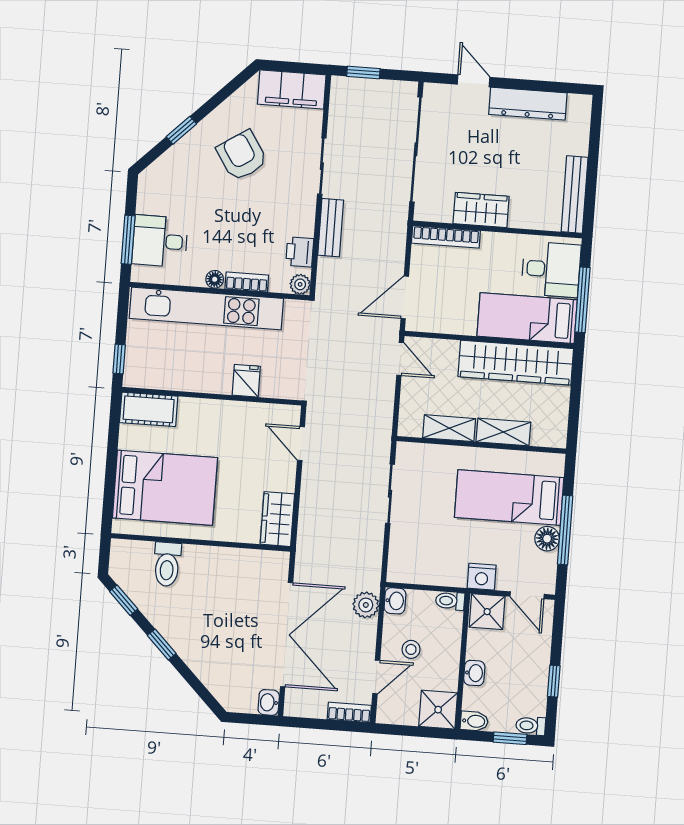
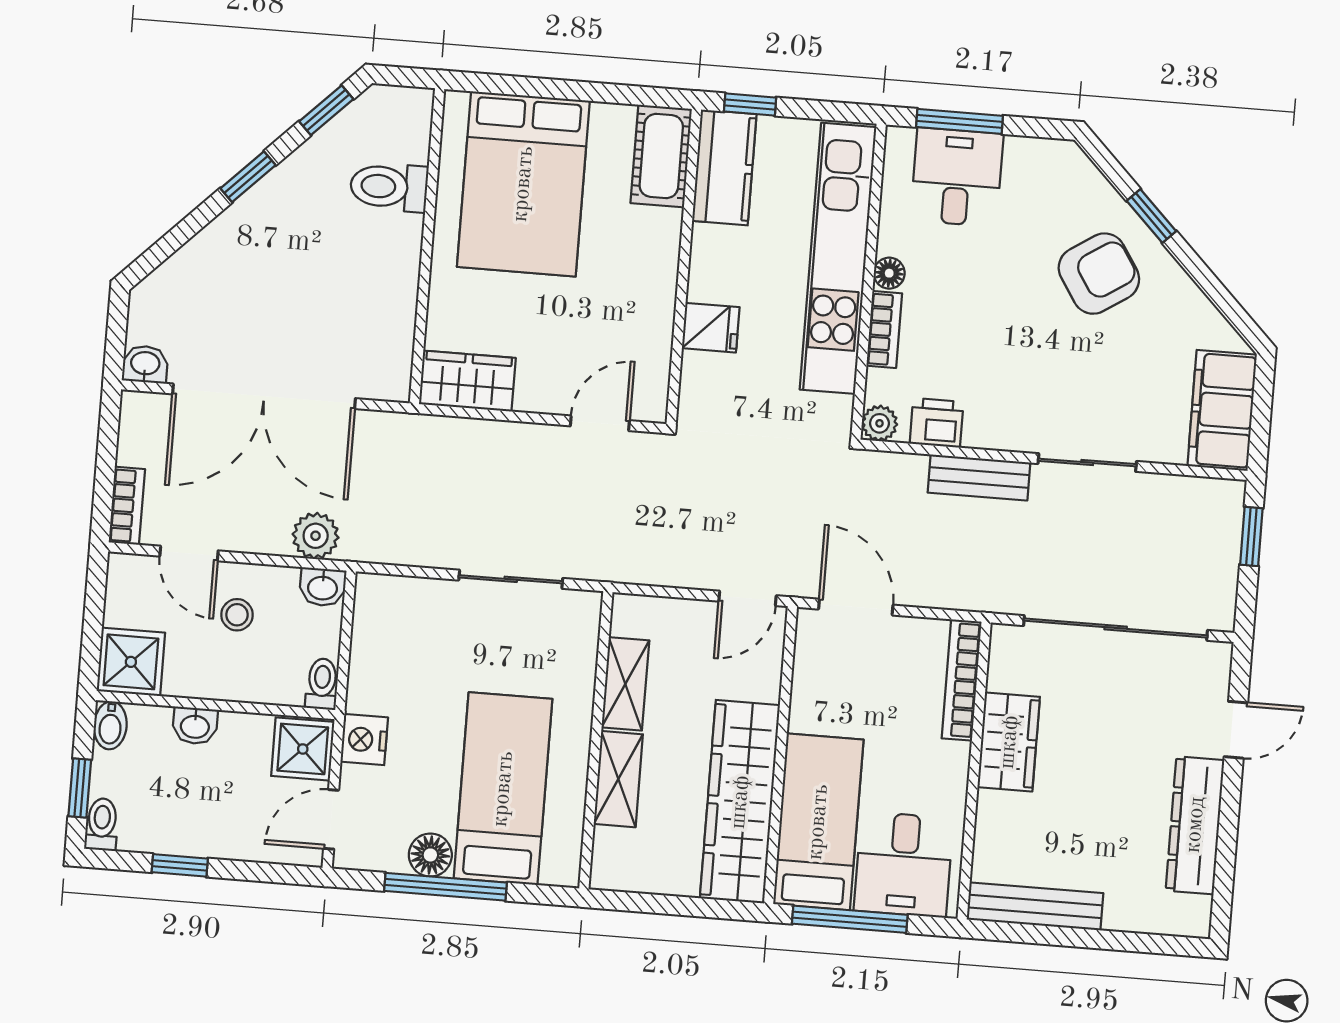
armchair: (242, 155) -> (1099, 274), moved
kitchen counter: (155, 373) -> (724, 167), added

